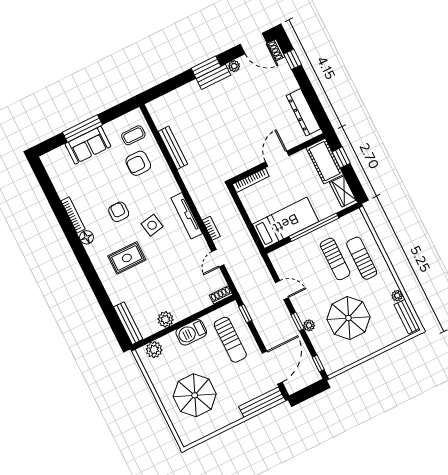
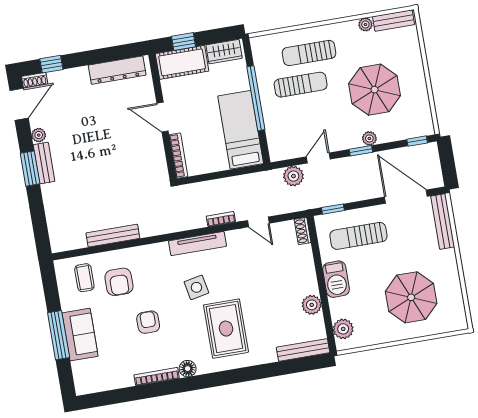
armchair: (119, 212) -> (148, 322), moved, turned 90
rug: (127, 258) -> (226, 329), width x1.36, depth x1.43
plant: (262, 275) -> (293, 176), added
sun lounger: (230, 340) -> (358, 236), turned 180

